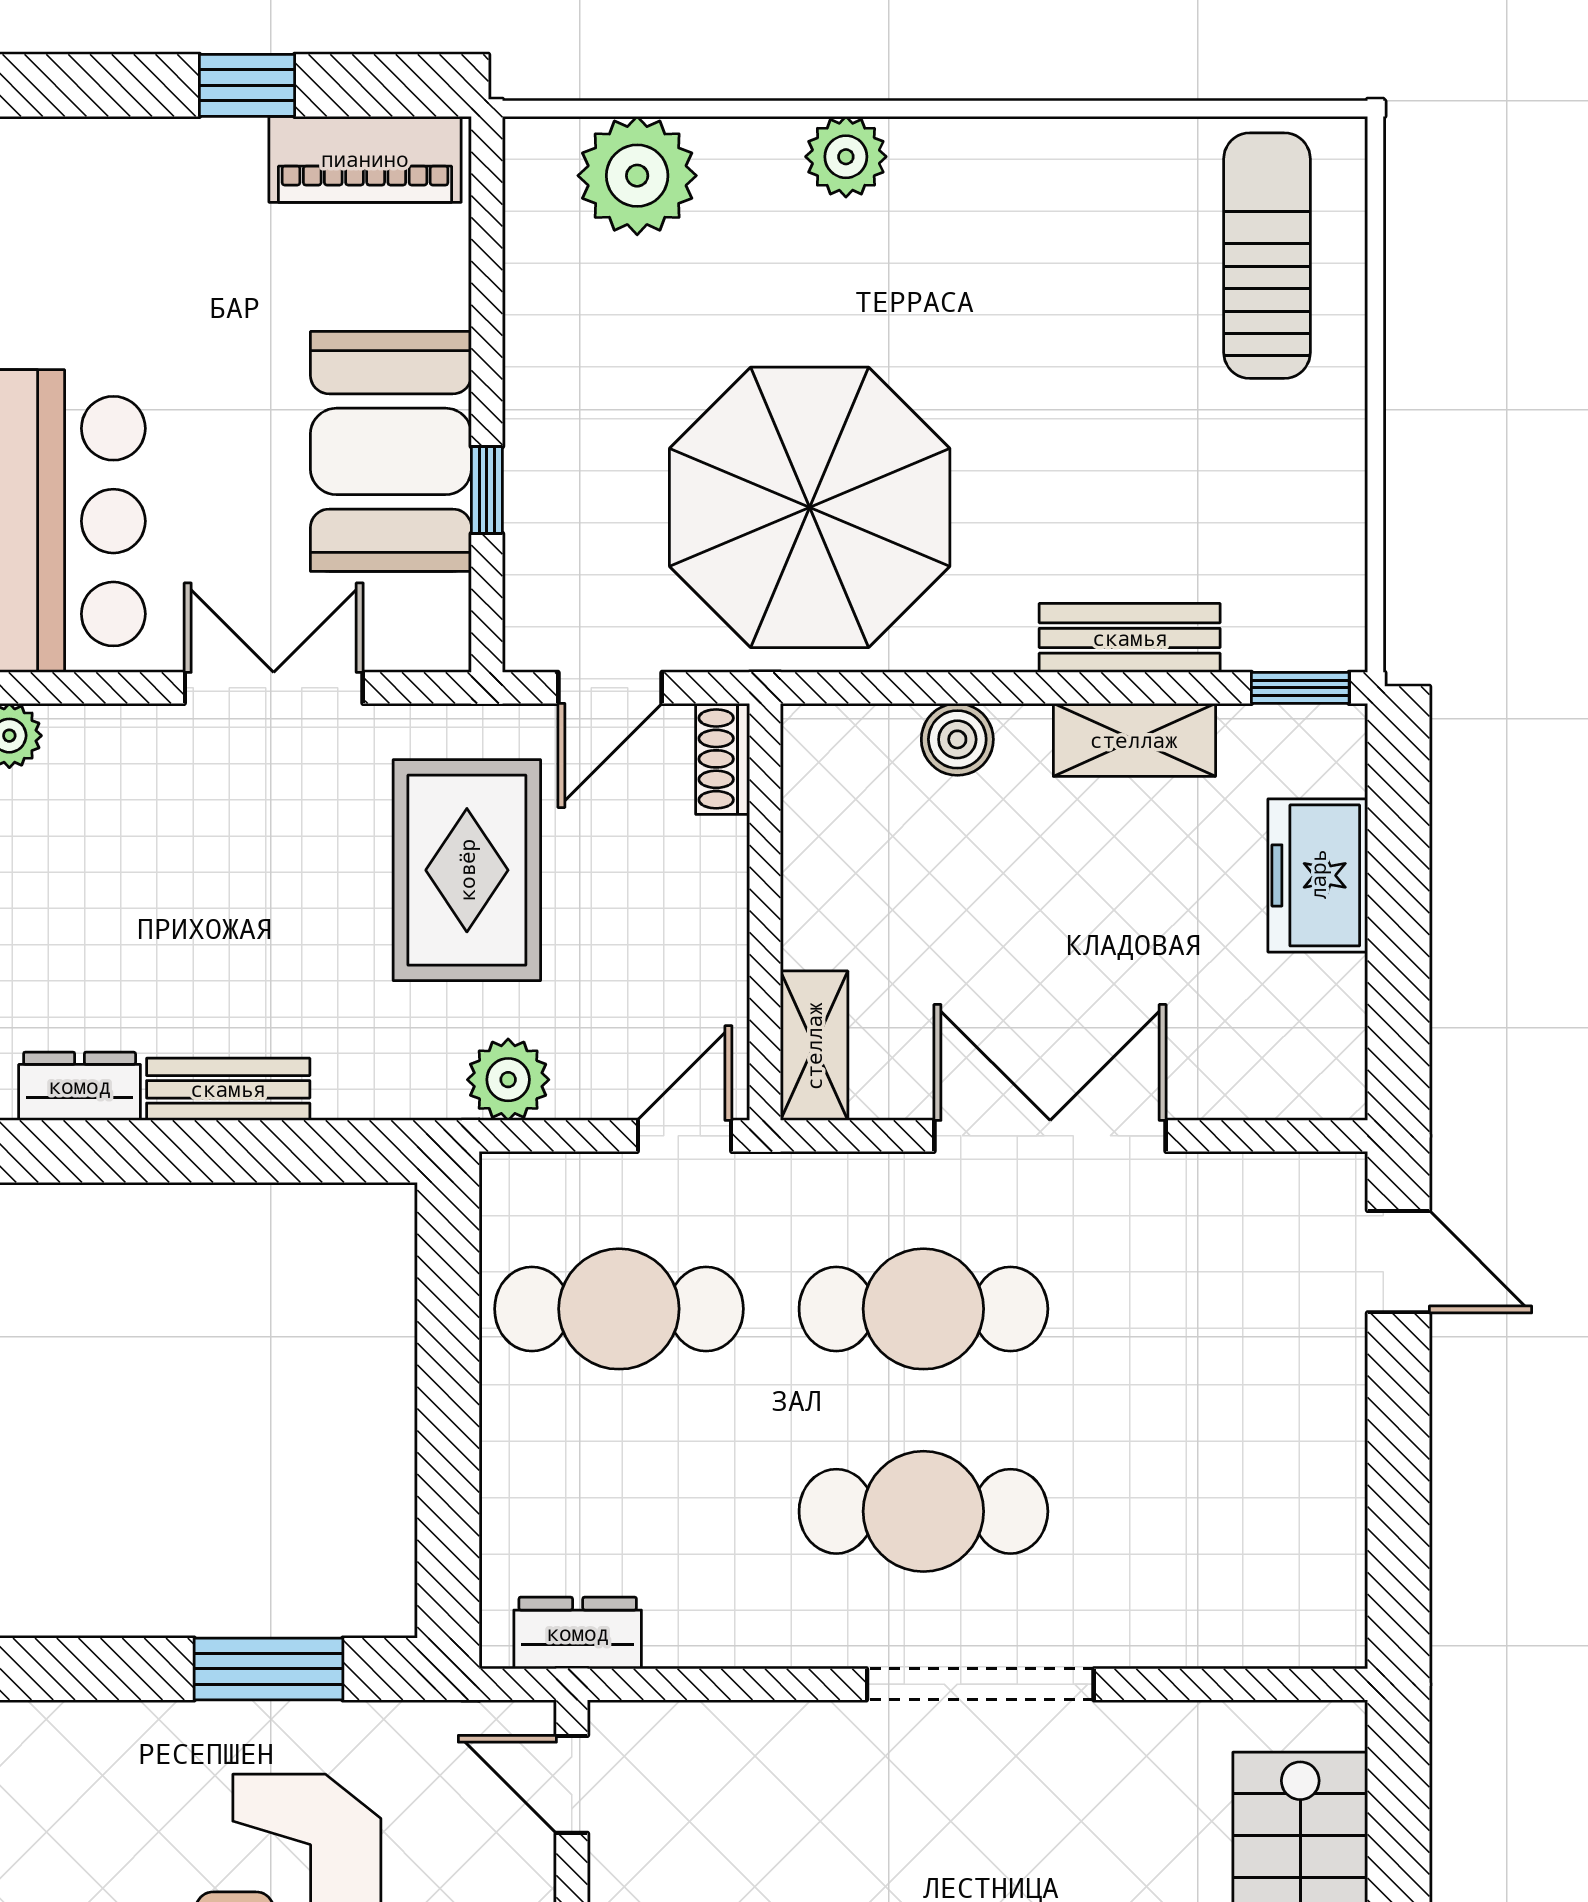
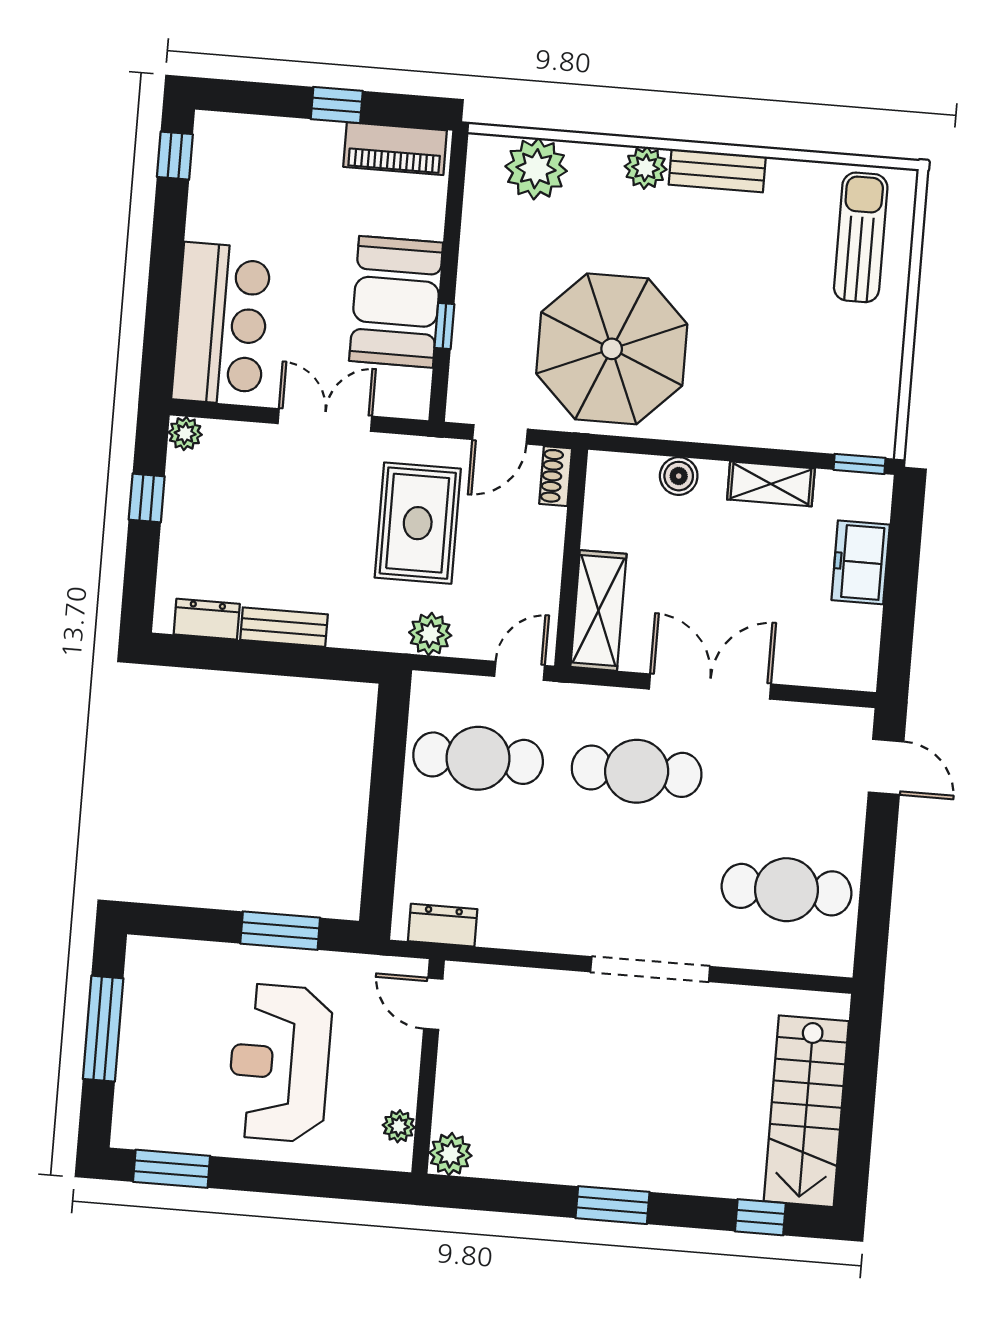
bench: (1130, 638) -> (717, 171), moved
shelving: (814, 1046) -> (598, 610), width x1.50, depth x1.33
cafe table: (923, 1511) -> (787, 890), moved

